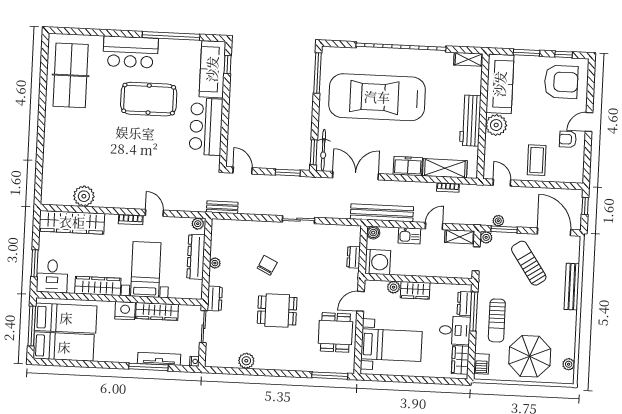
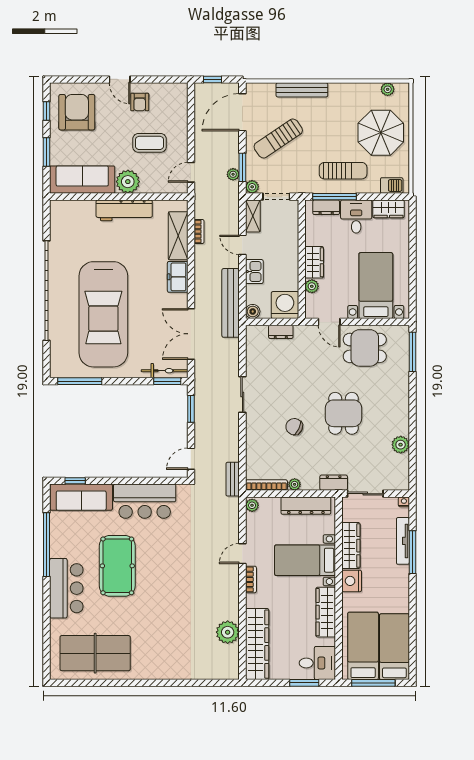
shelving: (468, 59) -> (57, 216), removed
coffee table: (537, 160) -> (149, 143), moved
bookcase: (216, 238) -> (266, 485), added
dresser: (196, 257) -> (306, 506), moved

